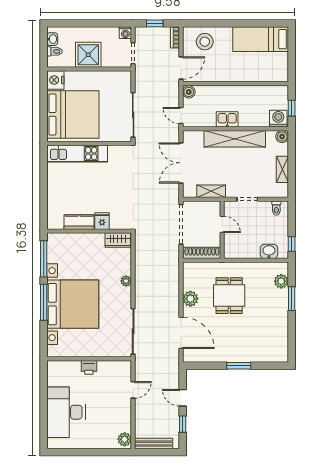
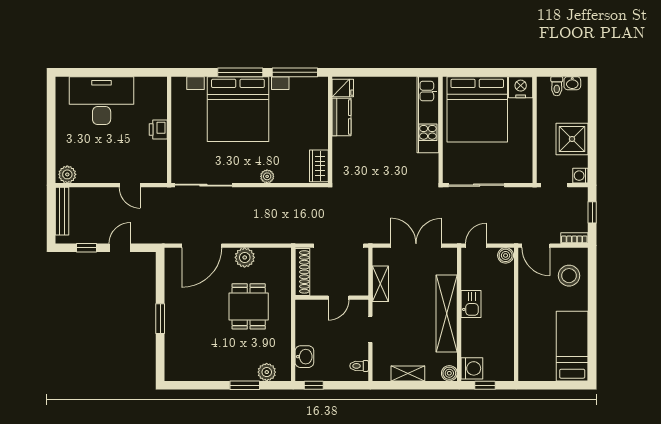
shower: (88, 55) -> (572, 139), moved
fridge: (102, 221) -> (343, 88), moved
dining table: (229, 296) -> (249, 306), turned 90

